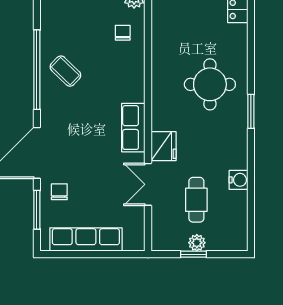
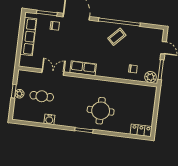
fridge: (164, 146) -> (72, 83), removed

